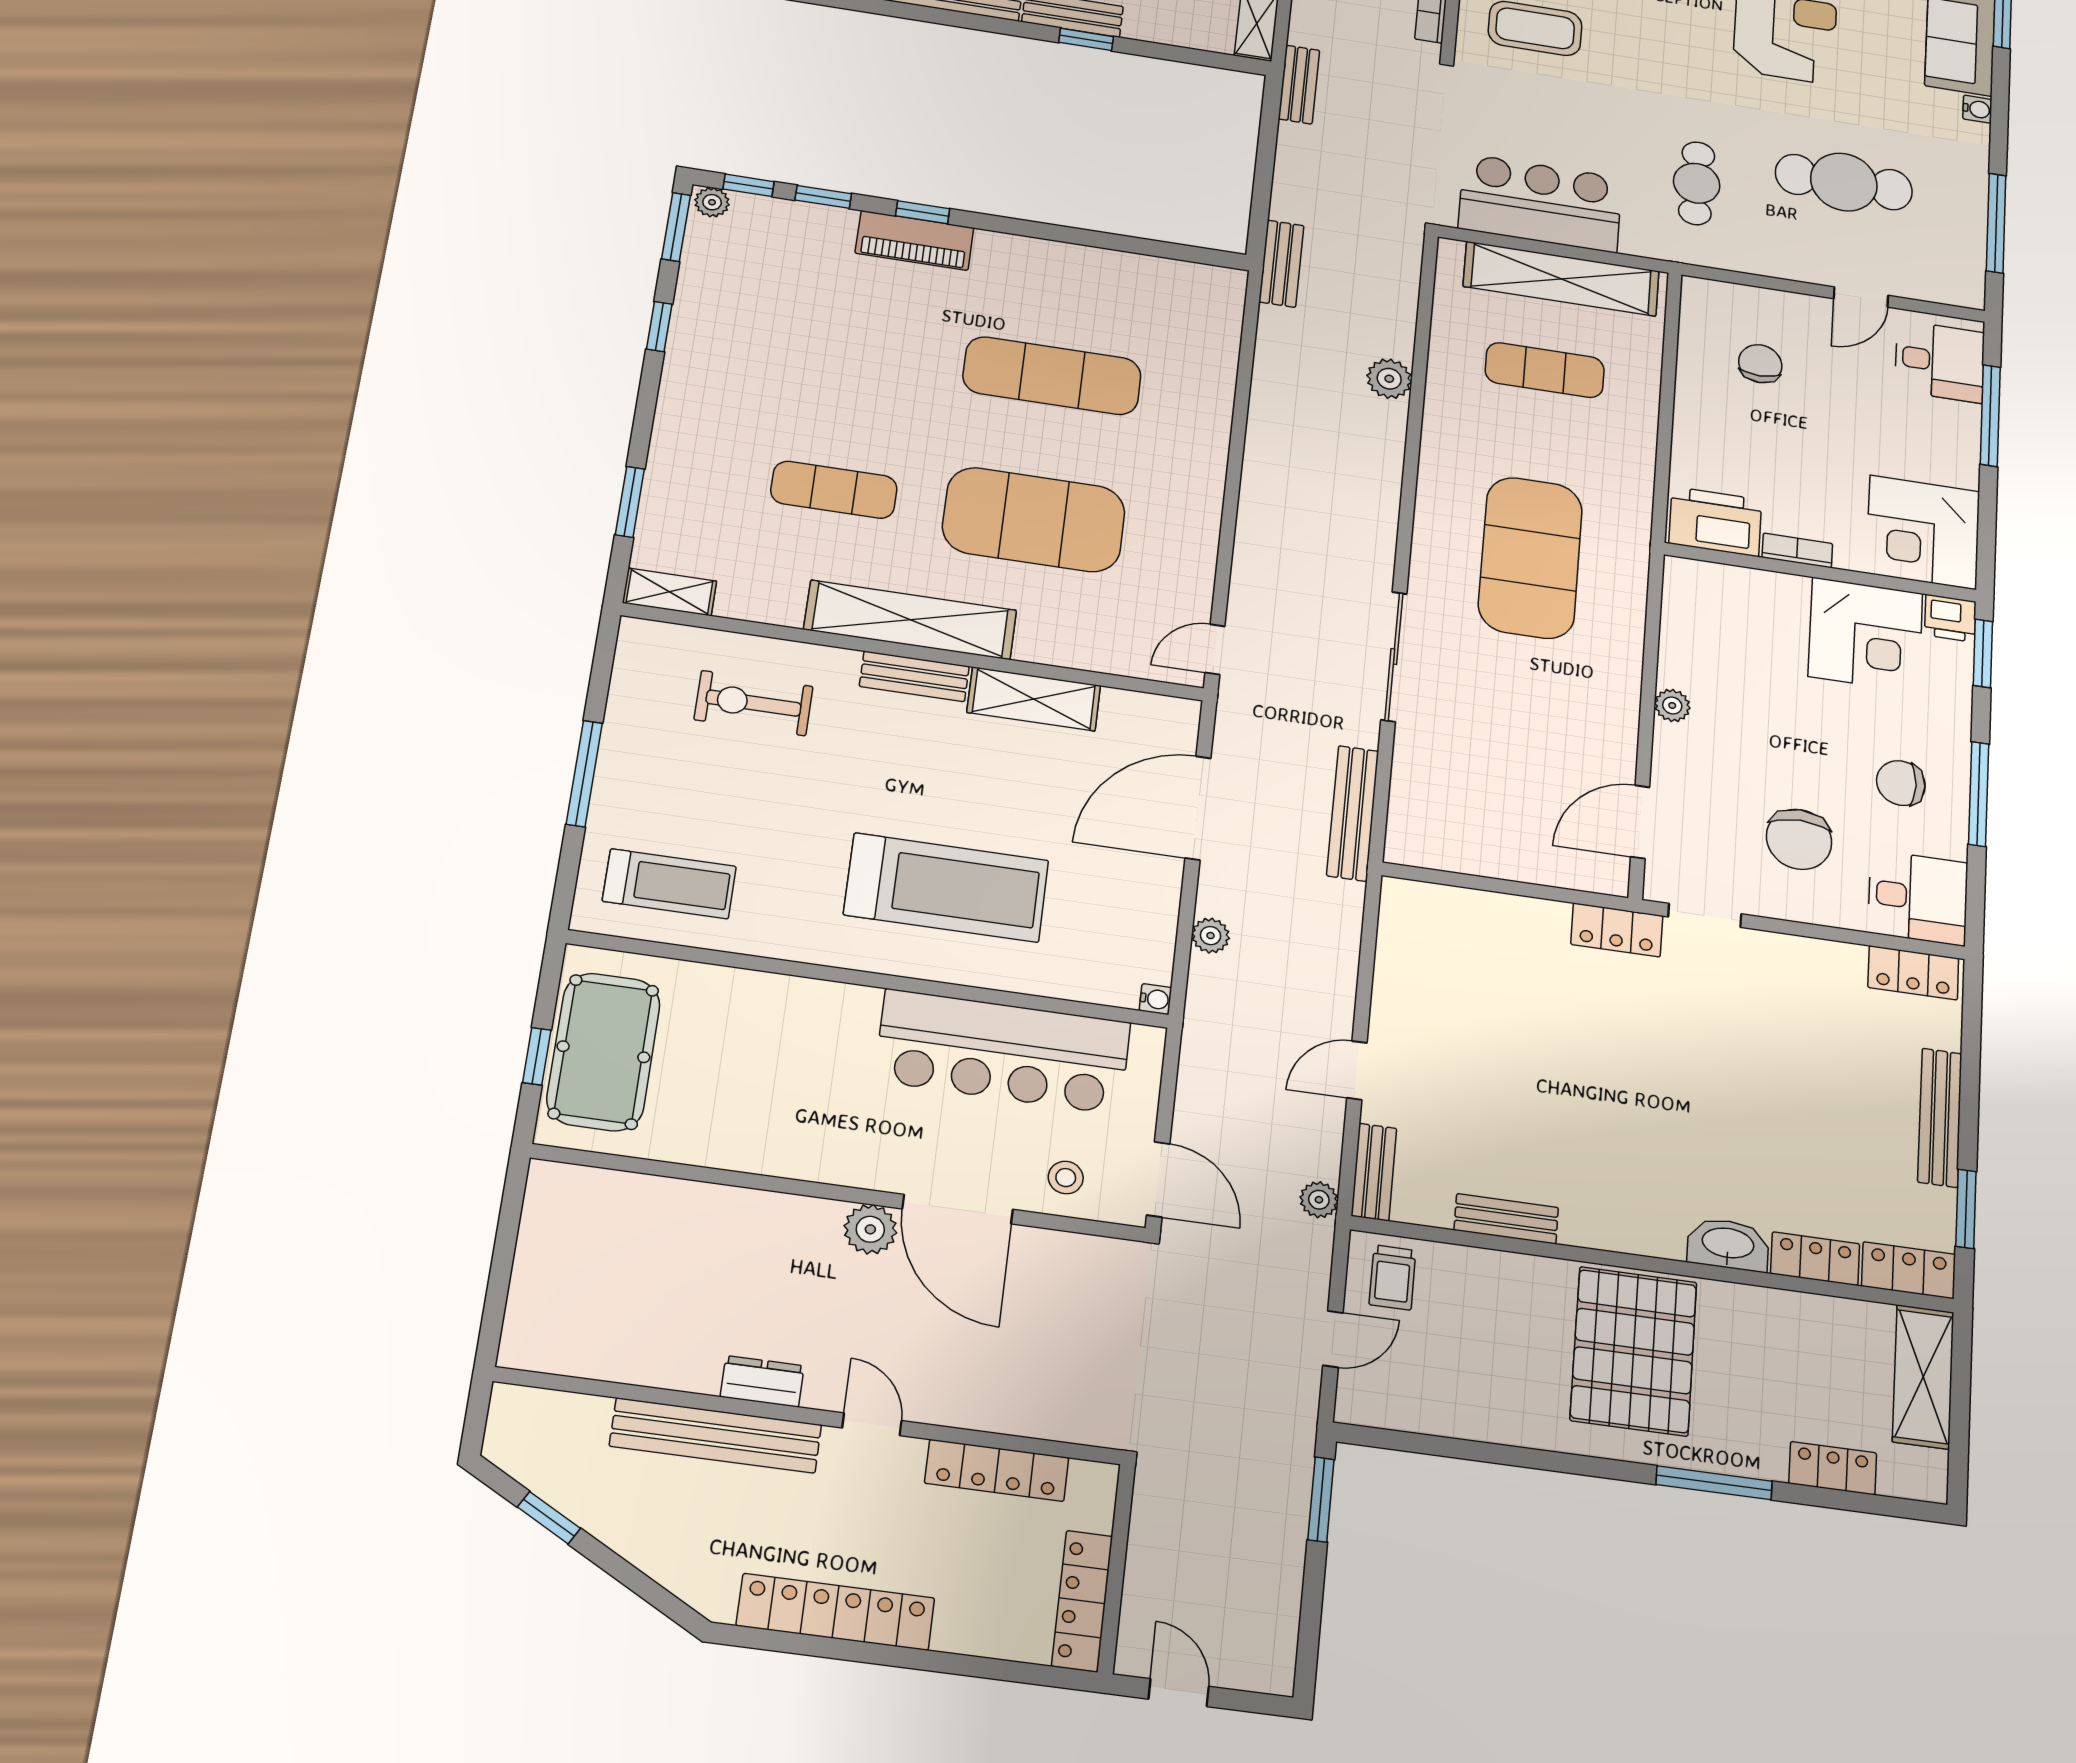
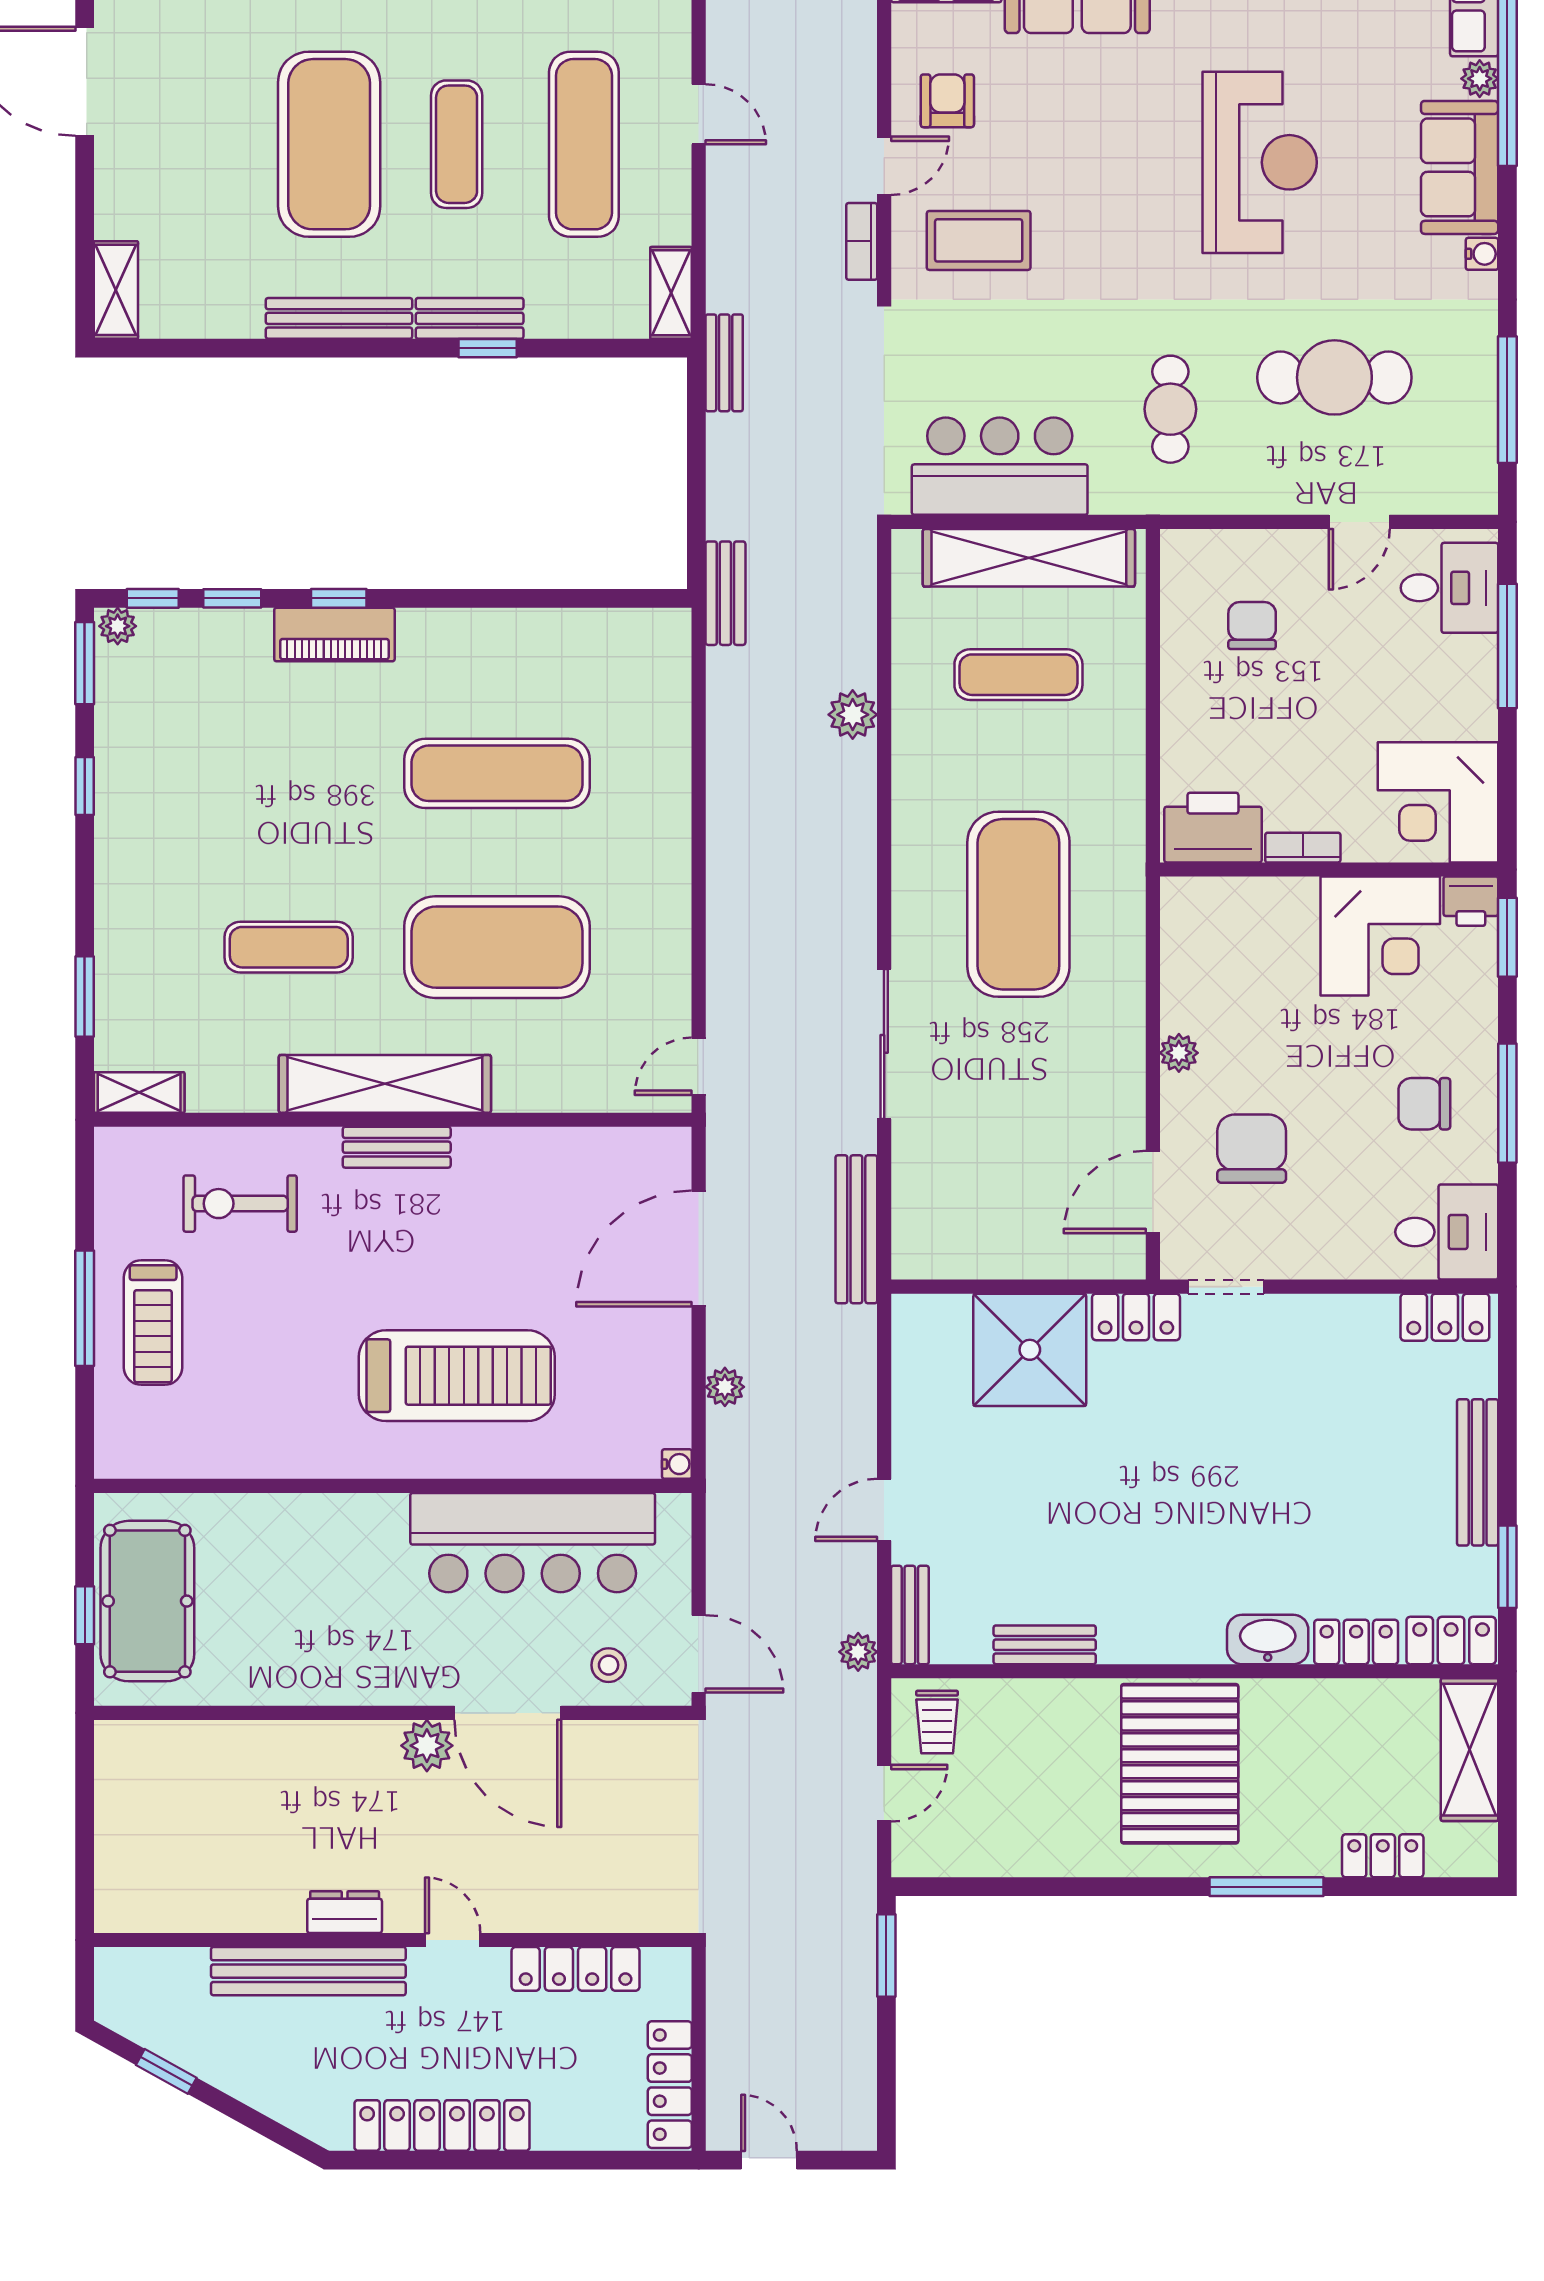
shelving: (1034, 699) -> (520, 1153), removed
chair: (1799, 839) -> (1252, 1149), moved, turned 180
treadmill: (669, 884) -> (153, 1323), moved, turned 90
shower: (1512, 945) -> (1030, 1350), added

